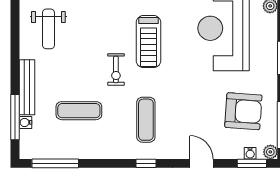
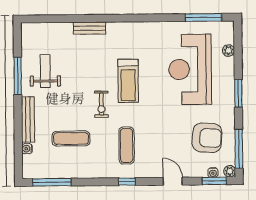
weight bench: (48, 29) -> (45, 71), turned 180
window: (15, 117) -> (18, 76), moved

